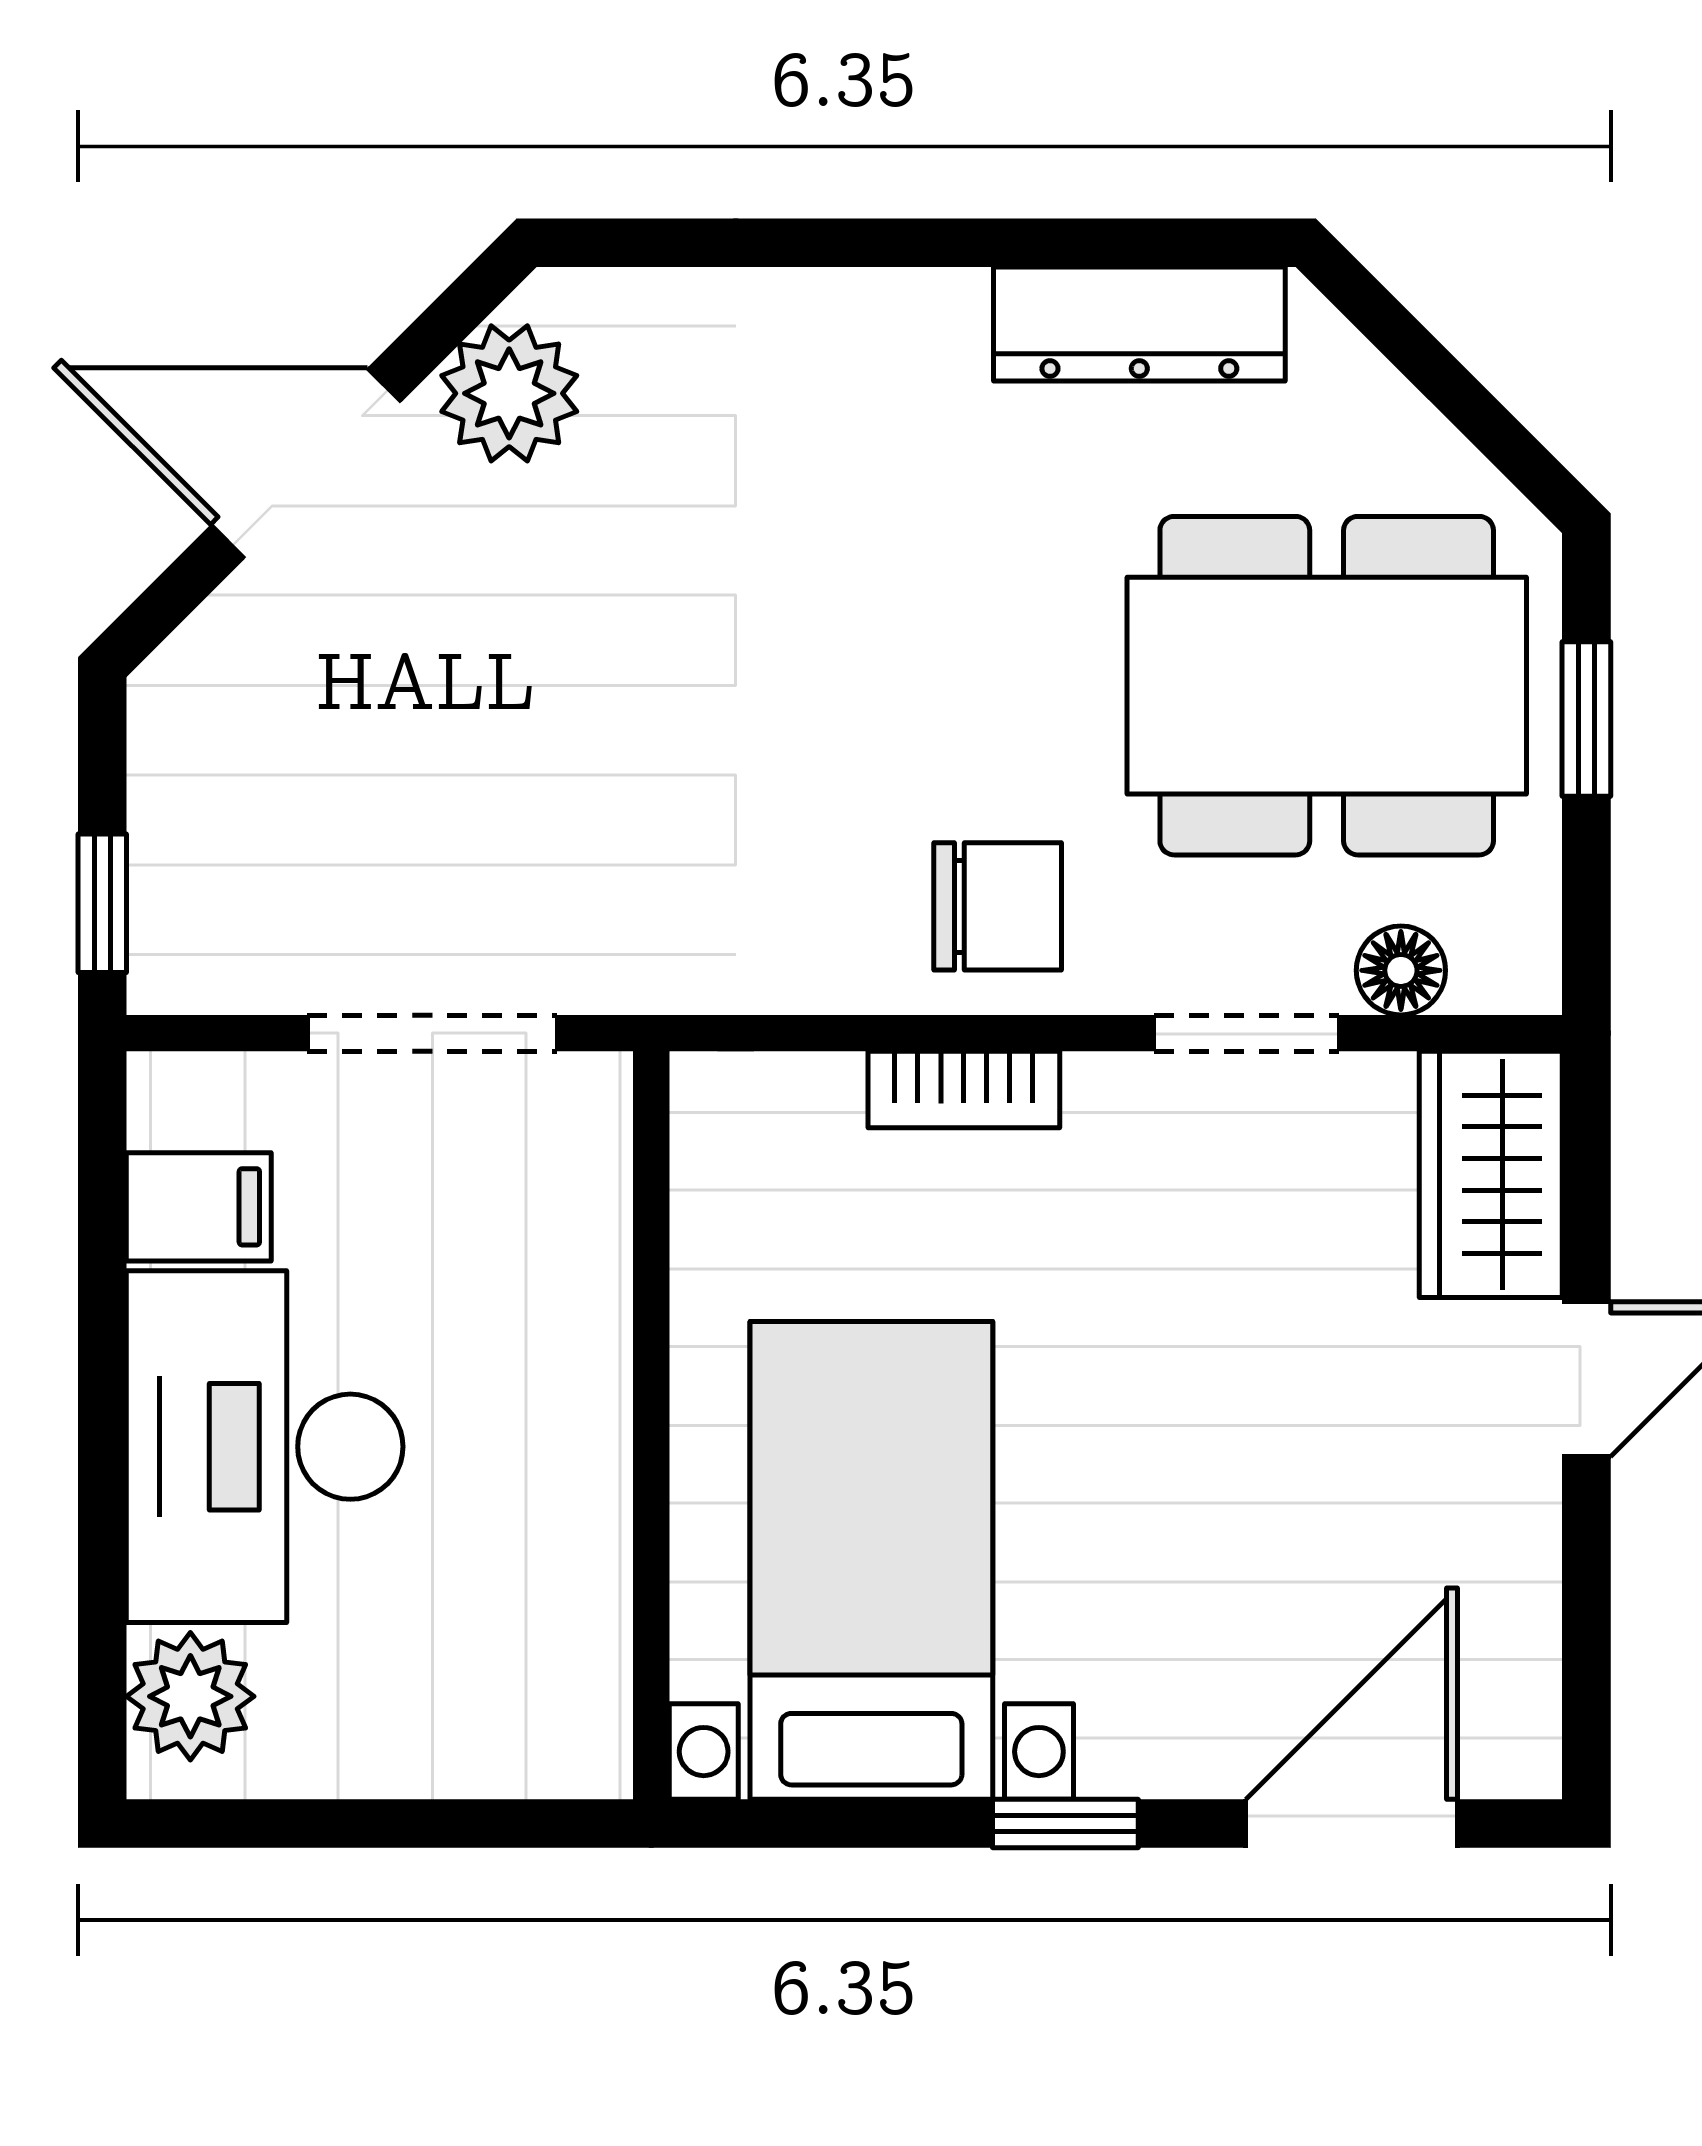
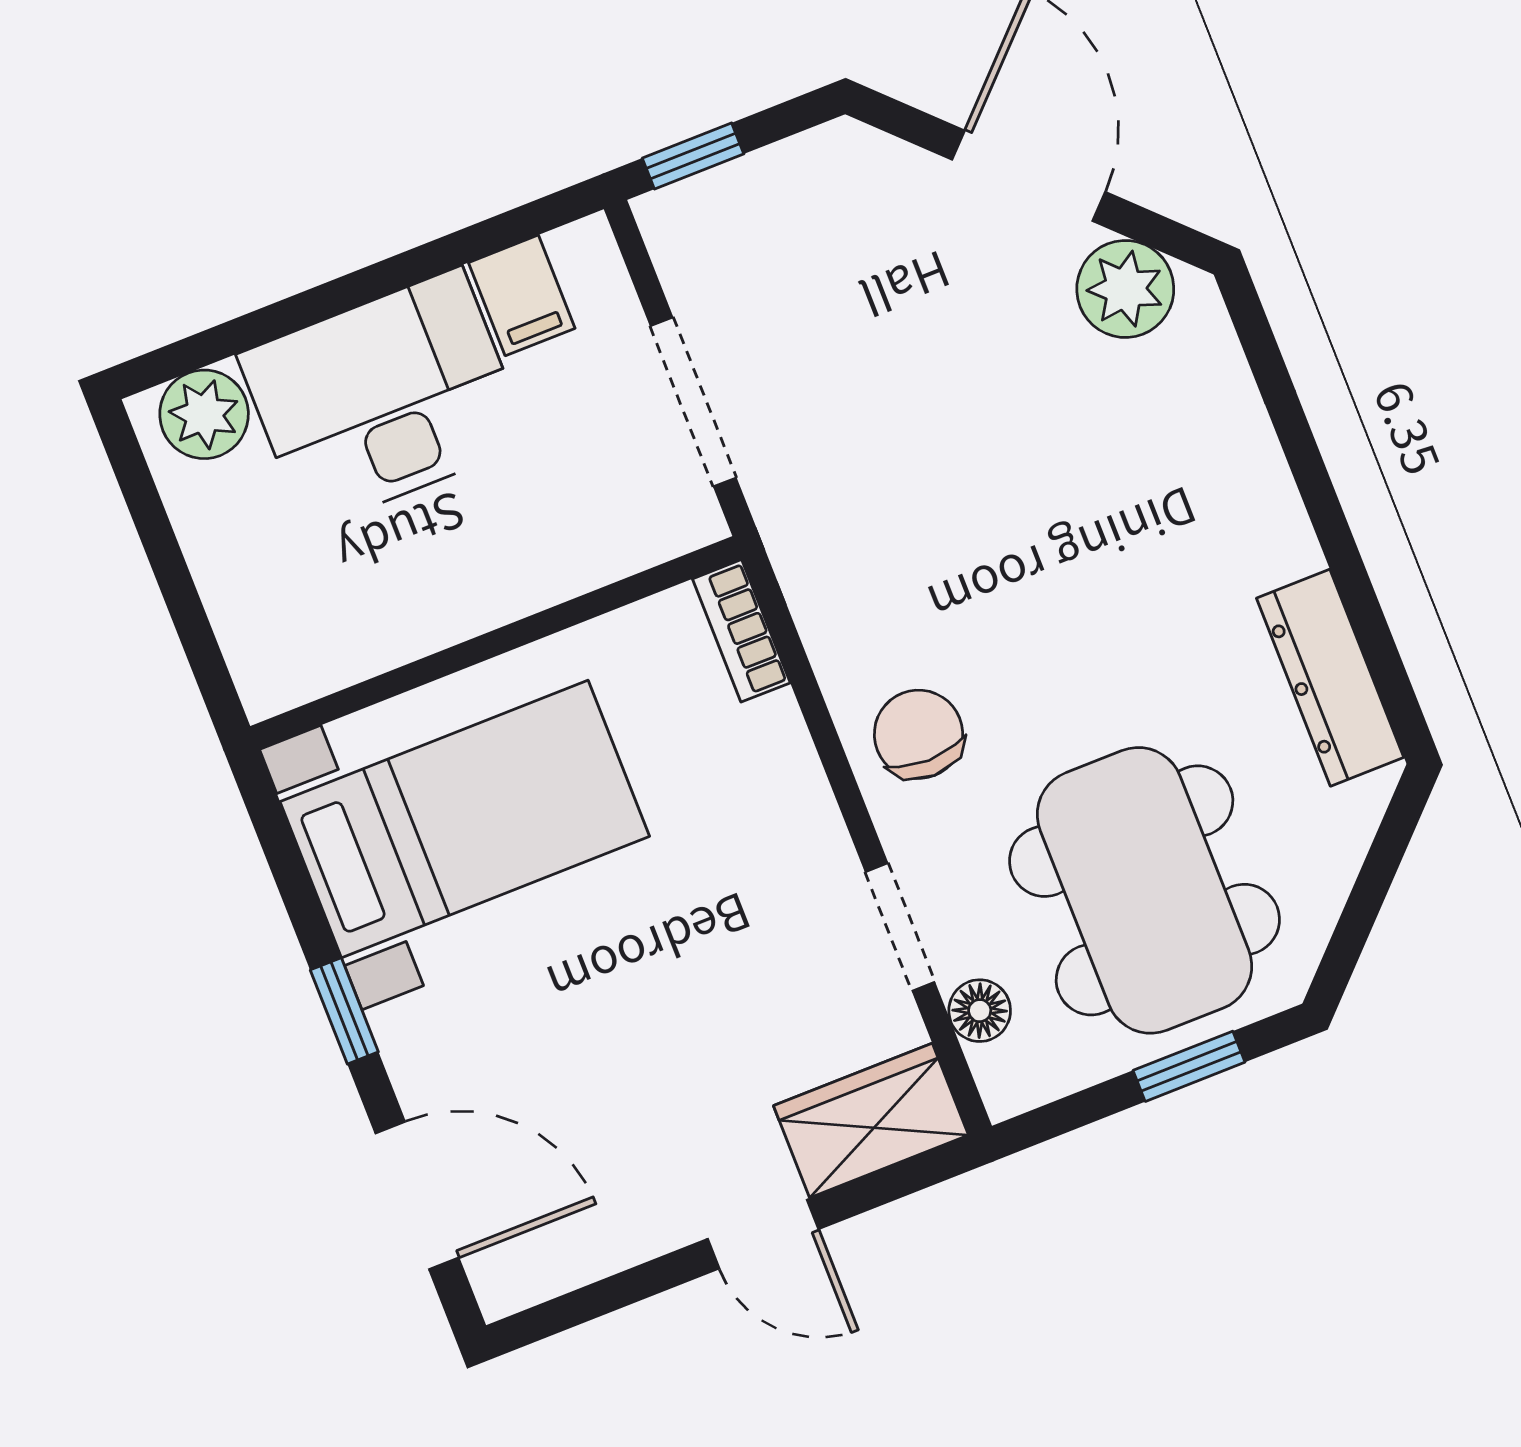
chair: (998, 906) -> (919, 734), turned 180
bookcase: (964, 1090) -> (741, 631), moved

